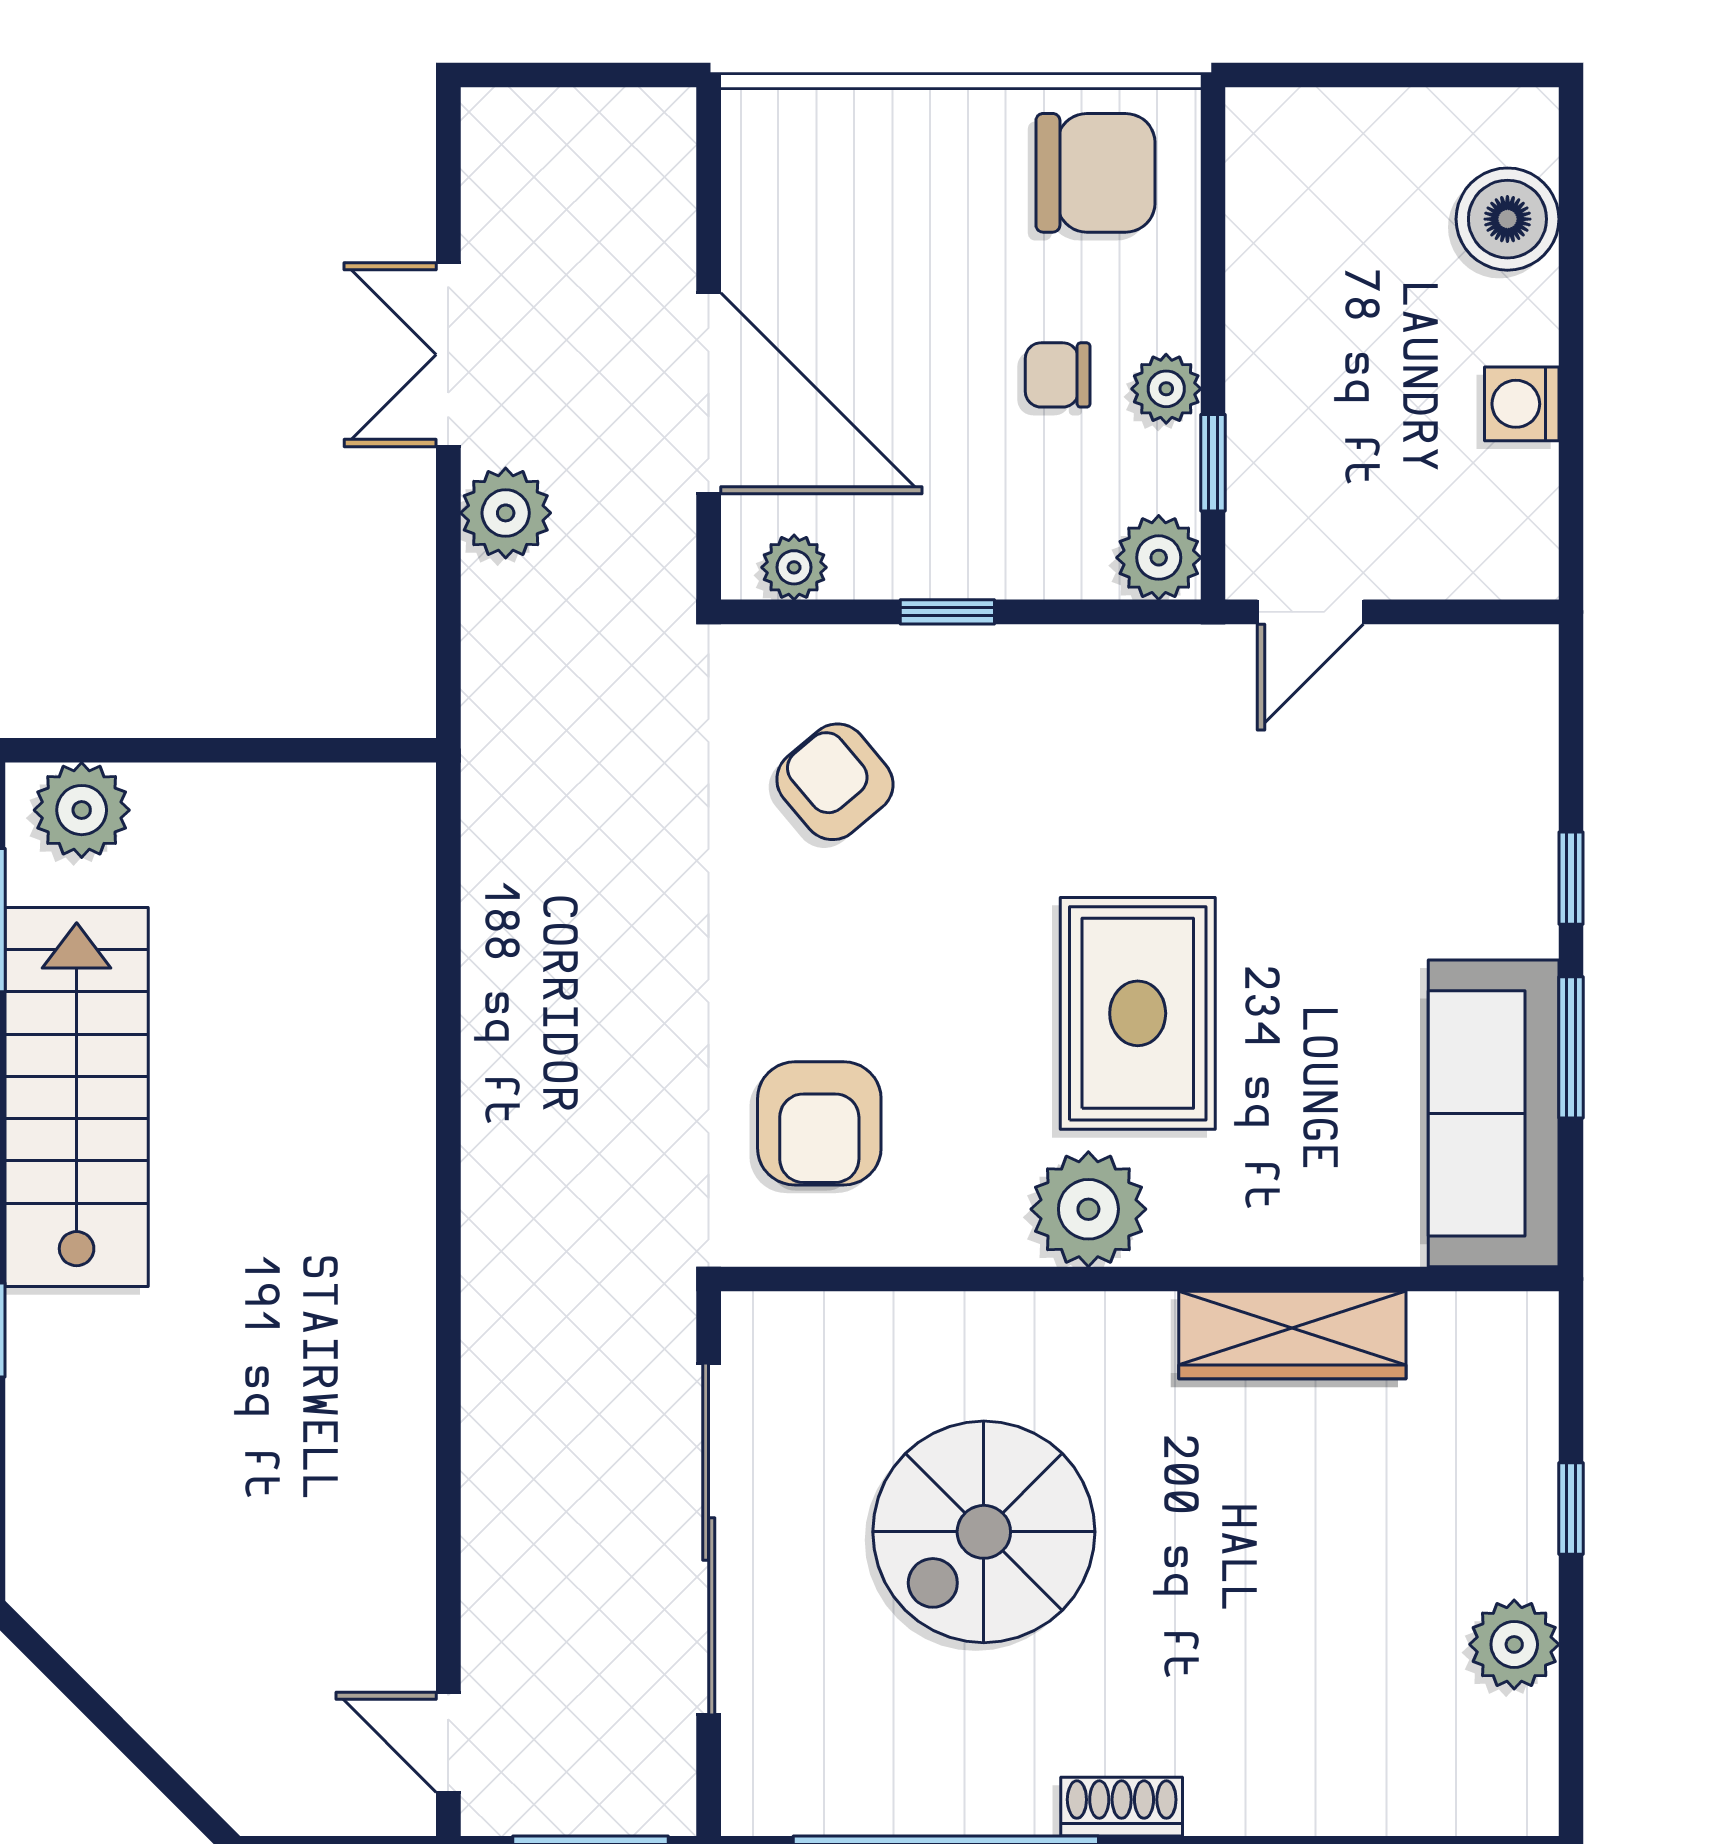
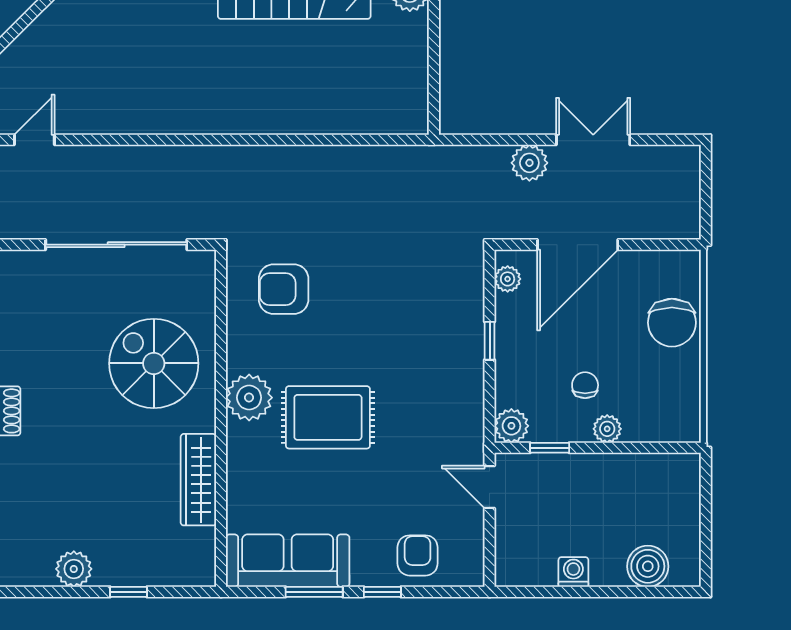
chair: (1095, 173) -> (672, 323), moved
plant: (1166, 389) -> (607, 429), moved
armchair: (835, 782) -> (418, 555), moved, turned -50
spiral stairs: (984, 1532) -> (154, 363), moved

